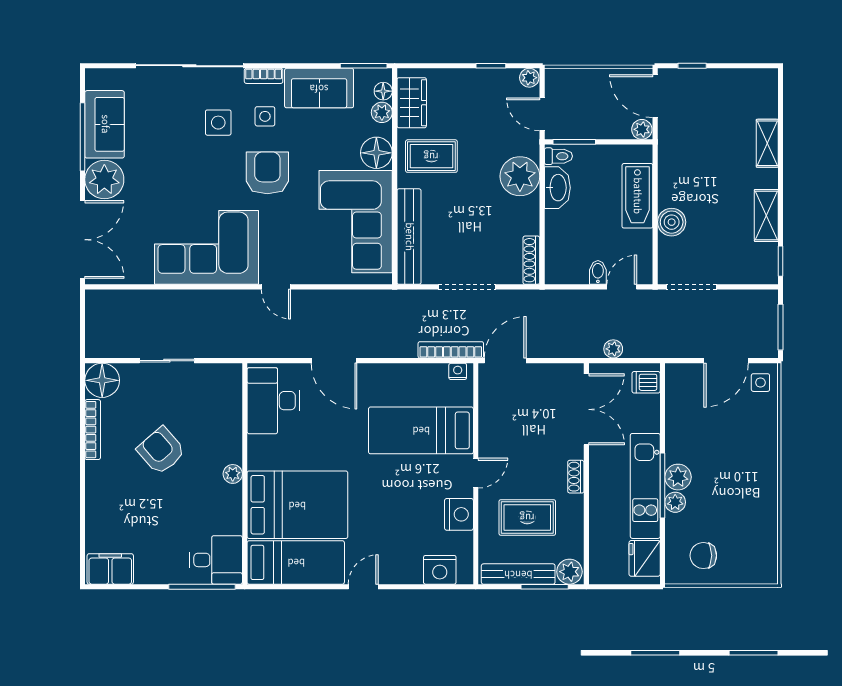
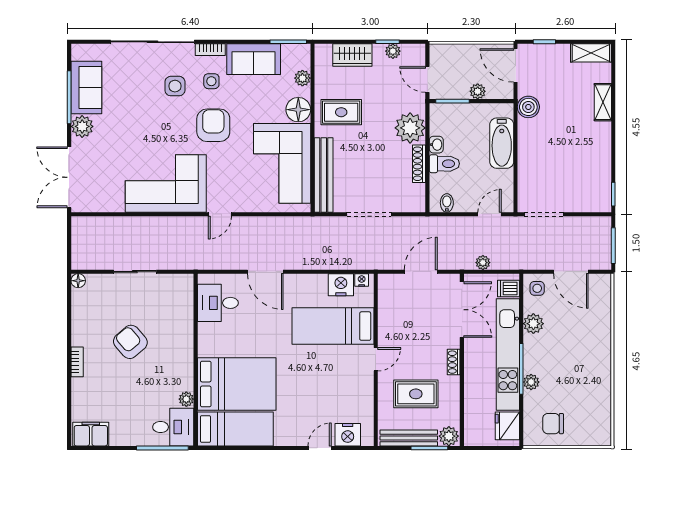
plant: (529, 78) -> (393, 51), moved
floor lamp: (383, 91) -> (304, 62), removed
wardrobe: (412, 103) -> (352, 55), moved, turned 90
plant: (642, 129) -> (478, 91), moved
toilet: (558, 156) -> (444, 164), moved, width x1.37, depth x1.39
plant: (104, 180) -> (82, 126), width x0.73, depth x0.73
washbasin: (557, 188) -> (436, 145), width x0.52, depth x0.69
shelving: (766, 215) -> (591, 53), moved, turned 90
boiler: (672, 222) -> (528, 107), moved
double door: (83, 240) -> (69, 177), swing flipped
shoe rack: (531, 260) -> (419, 164), moved
bidet: (598, 272) -> (447, 203), moved
door: (276, 287) -> (220, 214), hinge flipped
bookcase: (451, 350) -> (356, 263), removed
door: (505, 361) -> (421, 272), moved
door: (726, 361) -> (571, 272), hinge flipped
floor lamp: (102, 380) -> (78, 281), width x0.53, depth x0.53
side table: (760, 383) -> (537, 288), moved
desk: (273, 401) -> (218, 303), width x0.73
bookcase: (93, 430) -> (77, 362), moved, width x0.64
plant: (233, 474) -> (186, 399), moved
plant: (678, 477) -> (533, 324), moved
kitchen unit: (645, 486) -> (508, 354), width x1.36
nightstand: (459, 514) -> (341, 285), moved, turned -90
door: (363, 587) -> (320, 448), moved

